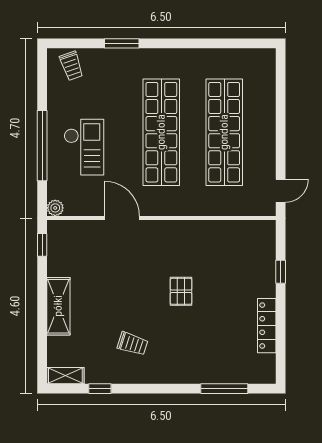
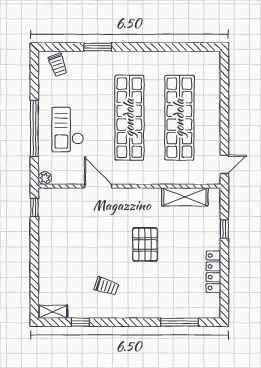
checkout: (84, 147) -> (68, 130), turned 180
pallet: (181, 291) -> (145, 244), width x1.50, depth x1.42
shelving: (58, 306) -> (185, 197), moved, turned 90

